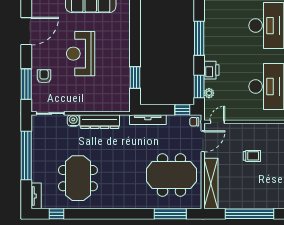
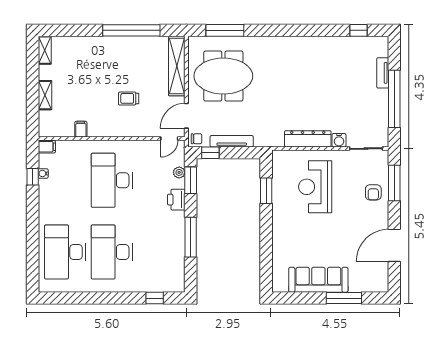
reception desk: (81, 54) -> (315, 187), moved, turned 180
tv unit: (148, 120) -> (232, 141), moved
meeting table: (78, 178) -> (333, 72), removed
tv unit: (36, 196) -> (383, 73), moved

